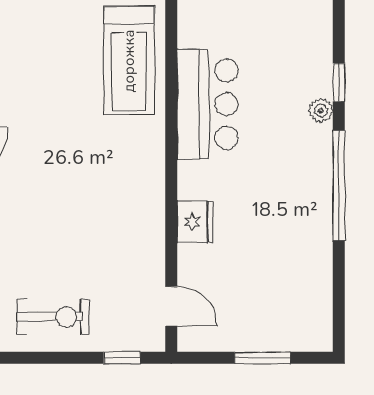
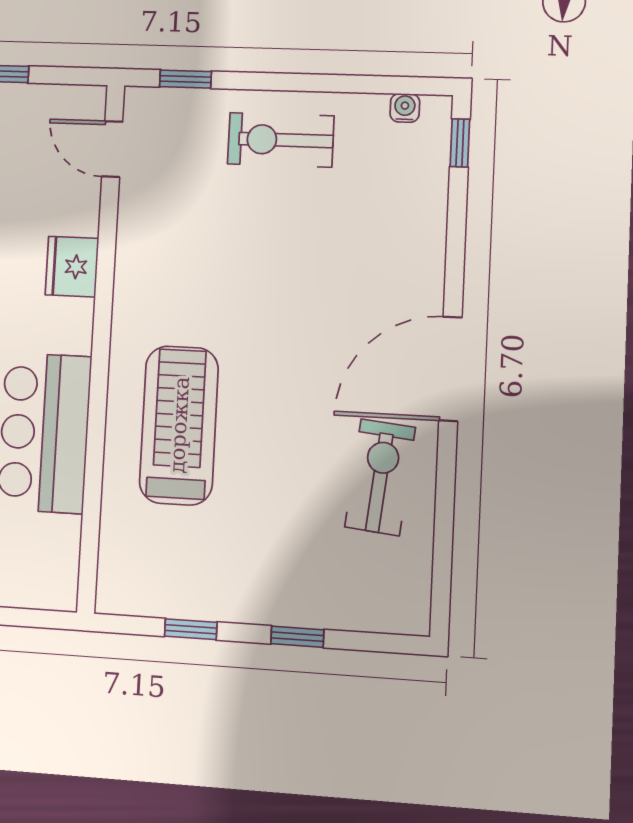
treadmill: (129, 61) -> (179, 425), moved

